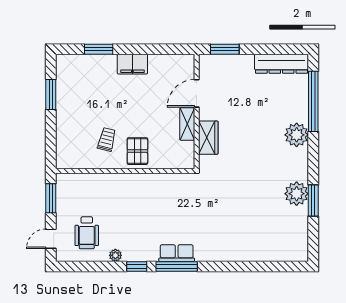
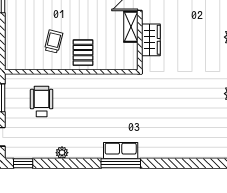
wheelchair: (87, 233) -> (42, 102), moved, turned 180
window: (137, 266) -> (23, 163), moved

